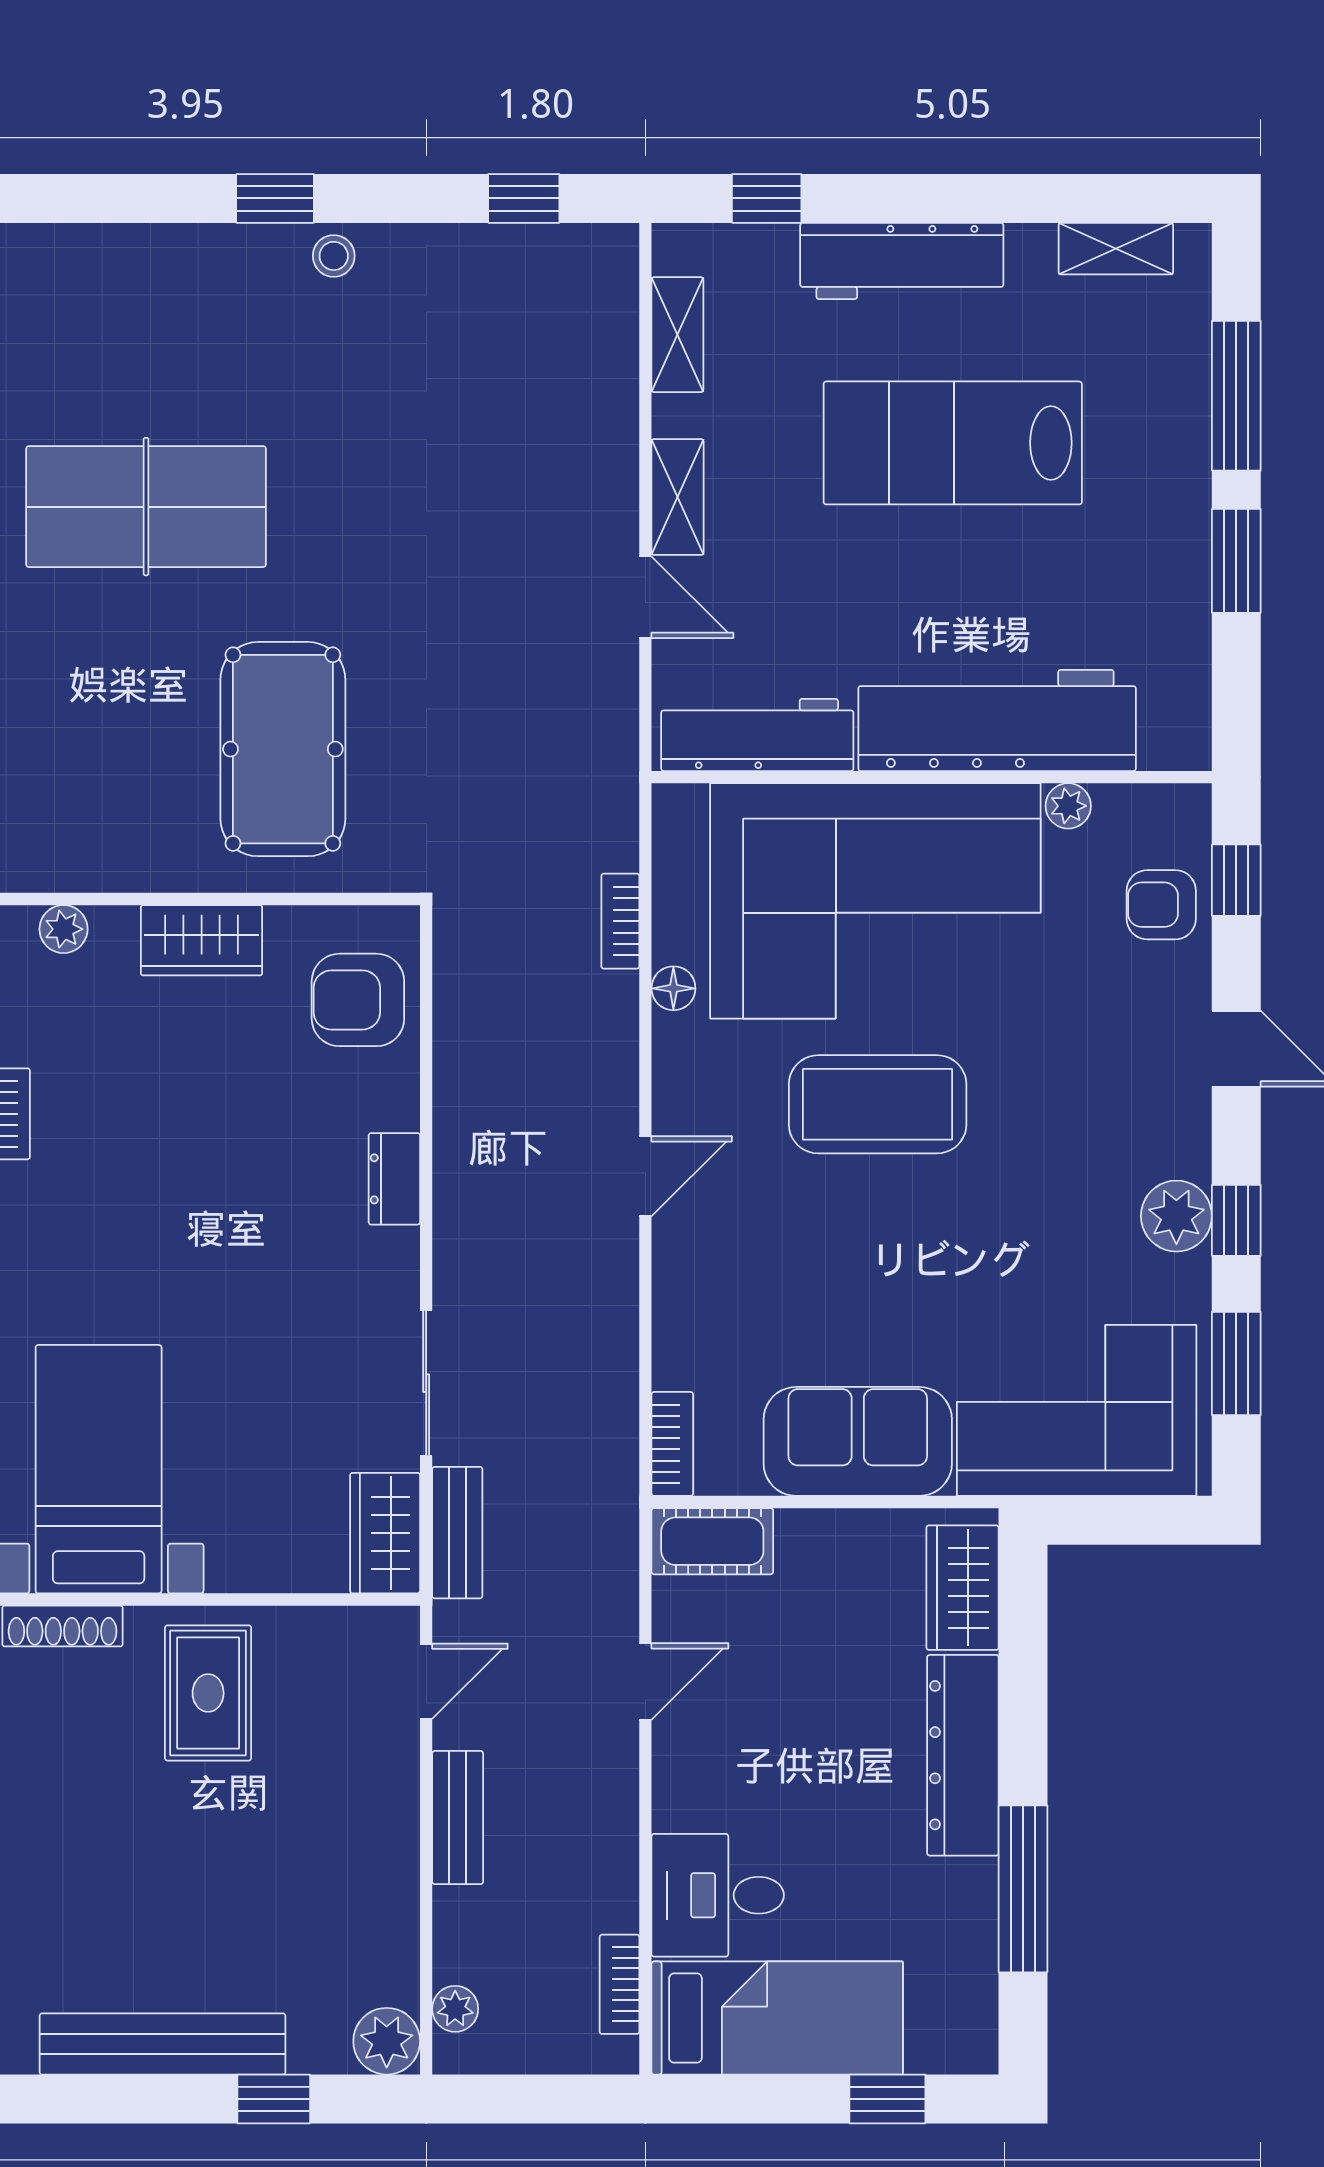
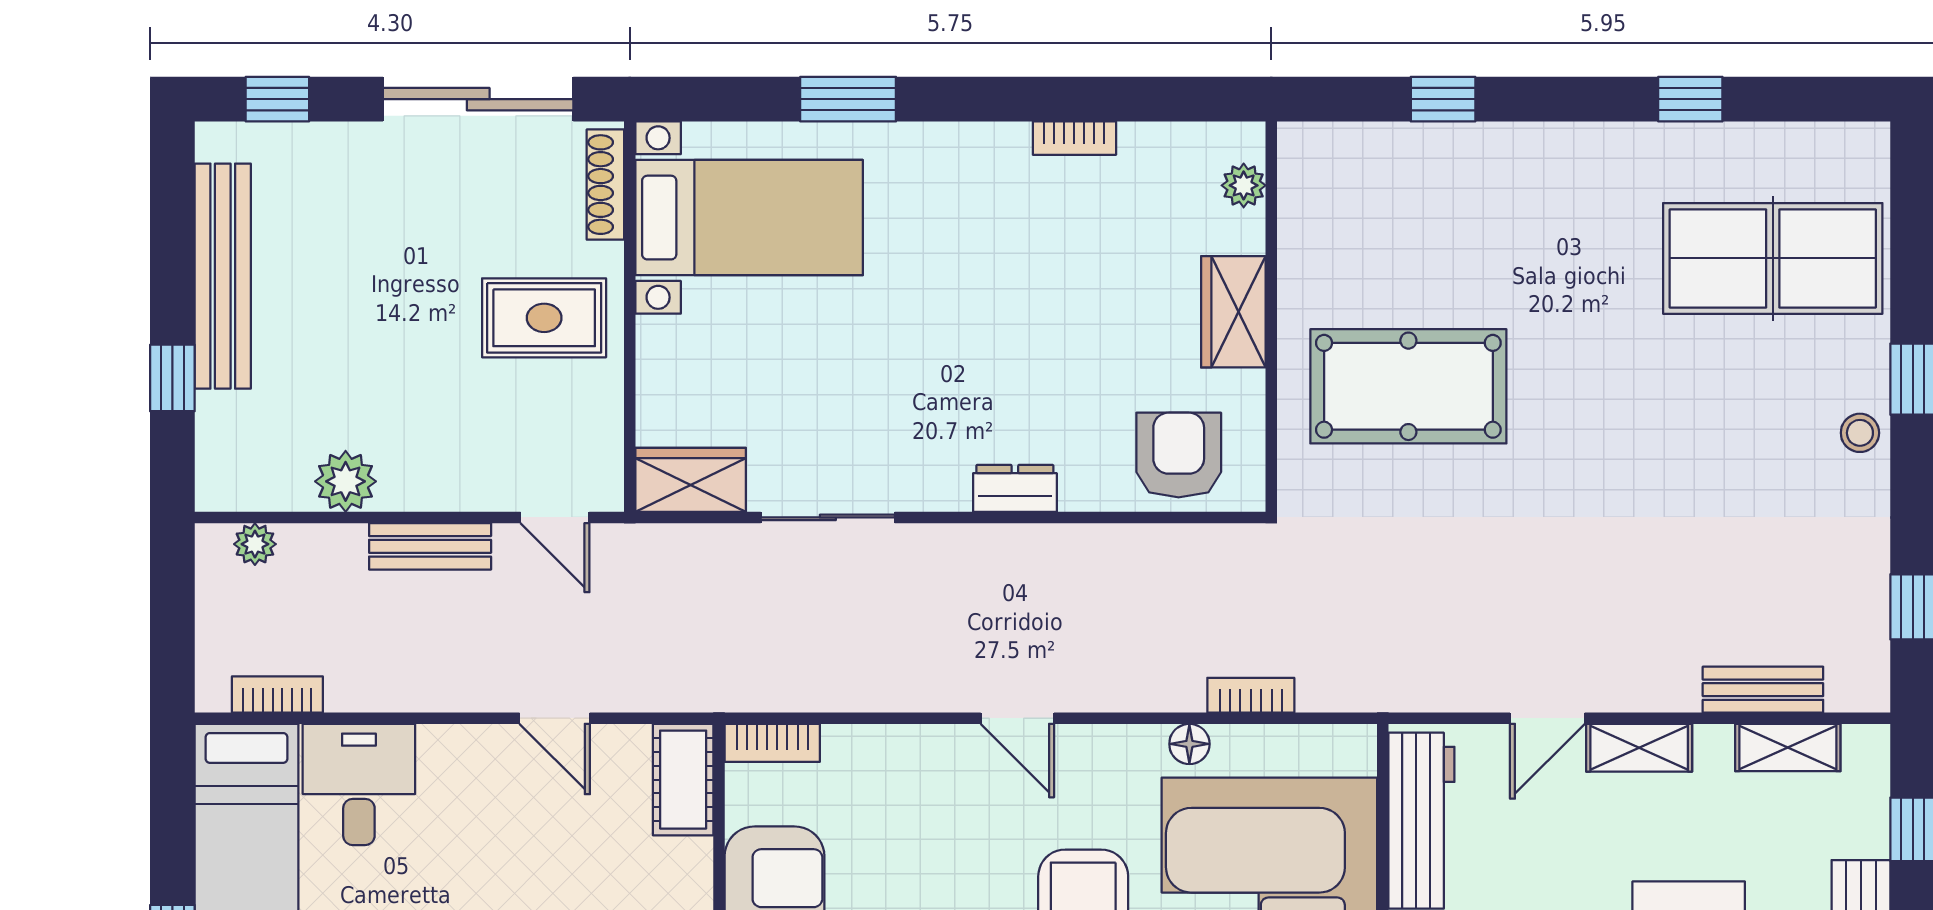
table tennis table: (146, 507) -> (1773, 258), moved, turned 90
bench: (457, 1533) -> (1763, 690), moved
plant: (387, 2041) -> (346, 481), moved

